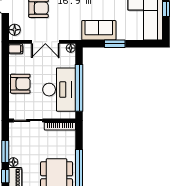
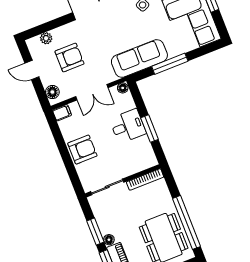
sofa: (99, 30) -> (139, 58), width x1.36
window: (115, 44) -> (170, 64), width x1.44
window: (79, 88) -> (149, 129), width x0.47
desk: (59, 90) -> (128, 126), width x0.53, depth x0.77

